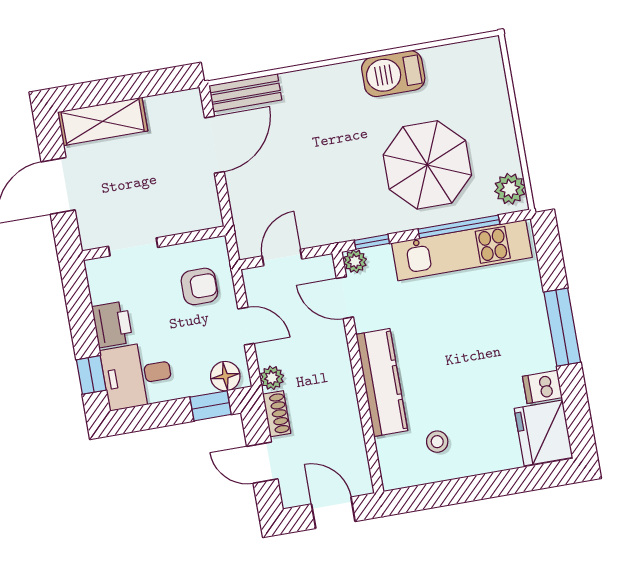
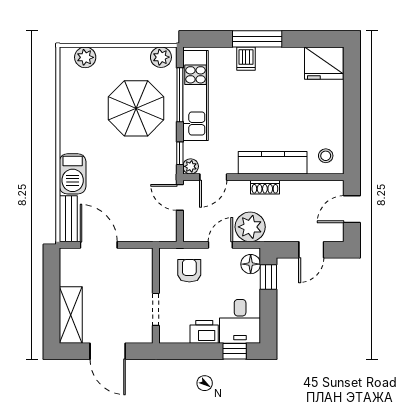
barbecue: (393, 74) -> (73, 174), moved
plant: (490, 76) -> (85, 57), added
door: (282, 258) -> (180, 197), moved
plant: (272, 378) -> (250, 227), width x1.88, depth x1.88
dishwasher: (542, 387) -> (246, 59), moved
shoe rack: (277, 414) -> (265, 187), moved, turned 180
stool: (437, 442) -> (326, 156), moved

